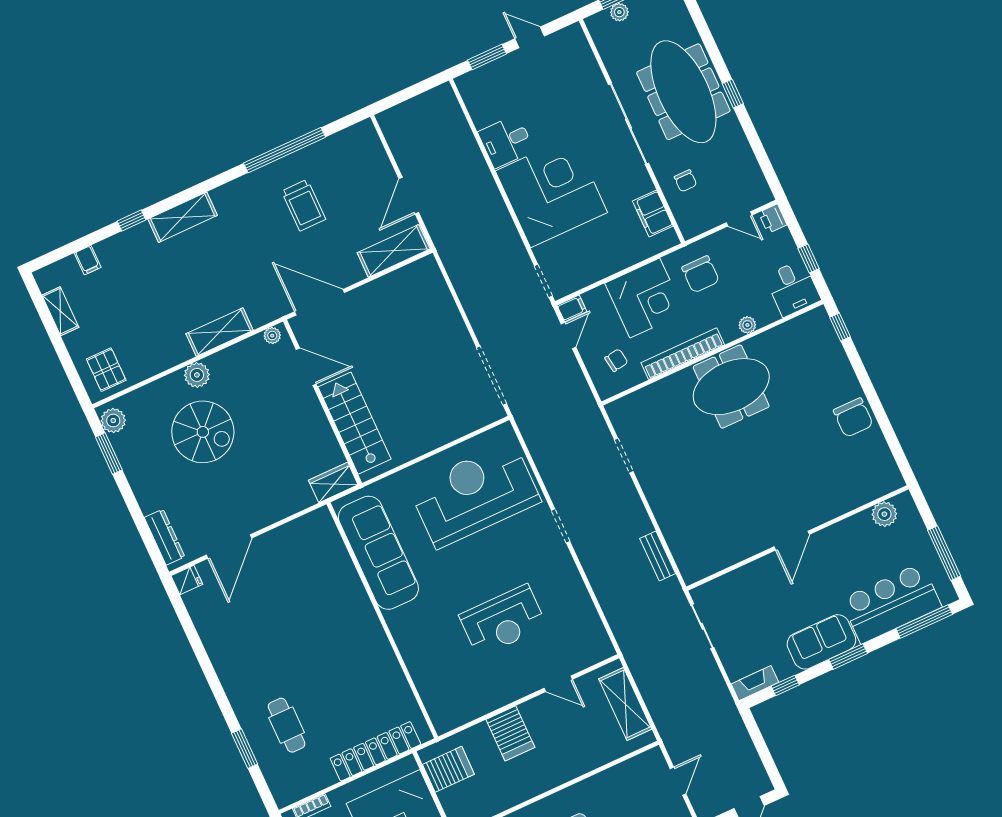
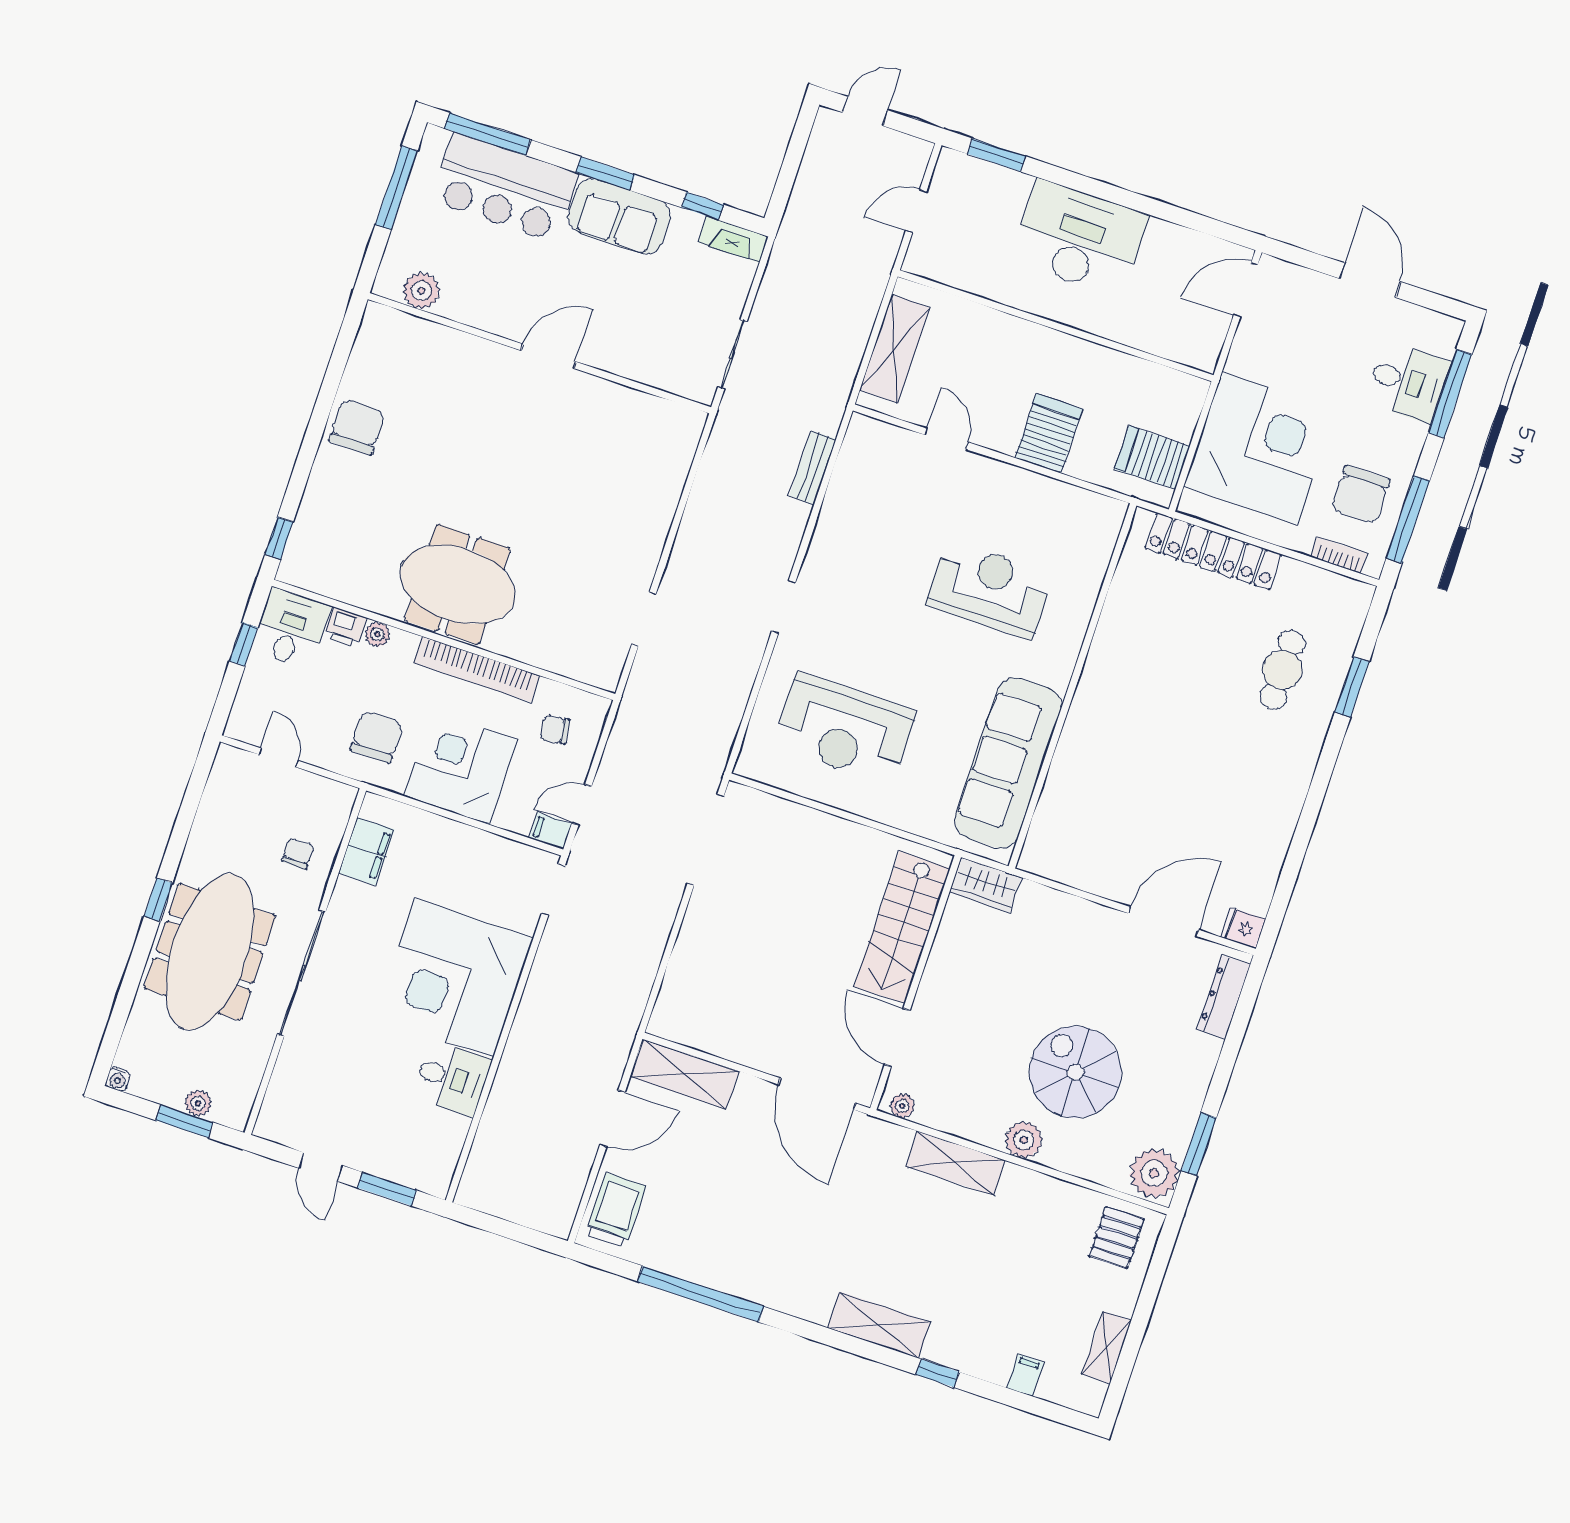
trolley: (304, 205) -> (616, 1210), moved
printer: (773, 219) -> (346, 627), moved, turned 90
plant: (113, 421) -> (1154, 1173), width x1.36, depth x1.36
reception desk: (475, 494) -> (845, 728), width x0.74, depth x0.77
bench: (658, 556) -> (813, 468), moved
reception desk: (503, 621) -> (990, 589), moved

